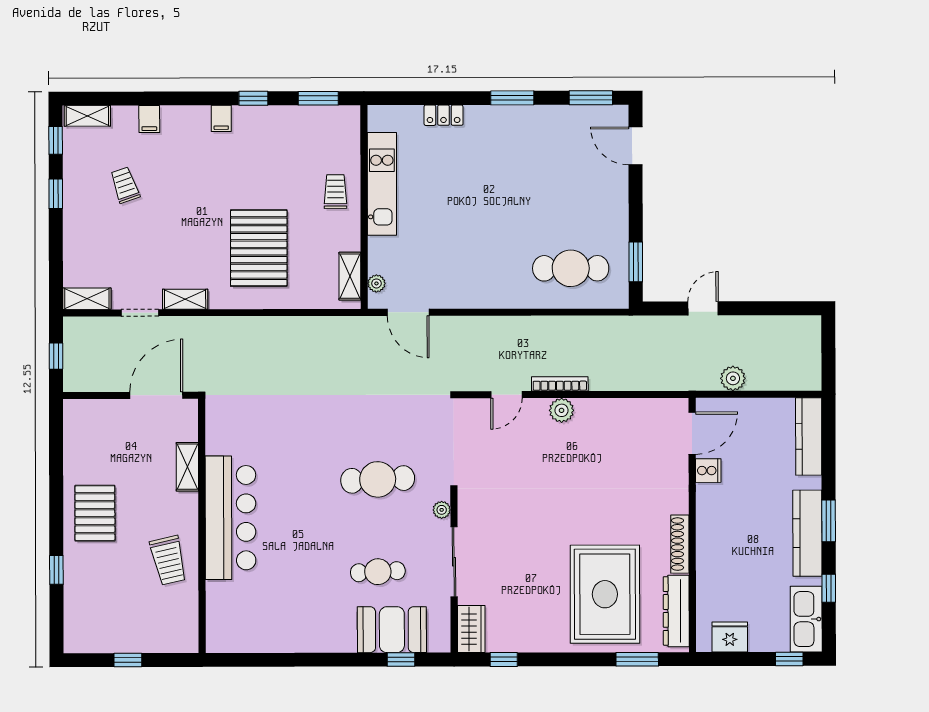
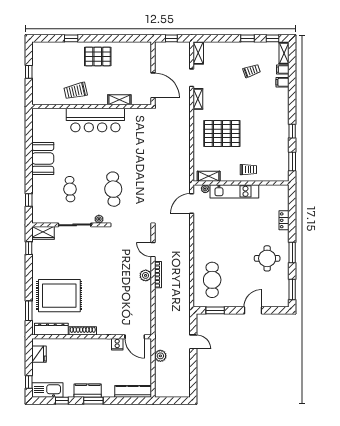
filing cabinet: (221, 118) -> (283, 70), moved
door: (635, 146) -> (253, 310), moved
round table: (525, 151) -> (267, 258), added
kitchen unit: (382, 184) -> (234, 191), moved
kitchen counter: (807, 533) -> (88, 391), width x0.67
booth: (392, 630) -> (43, 158), moved

